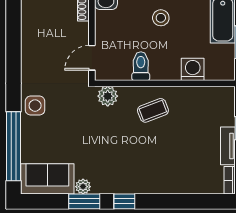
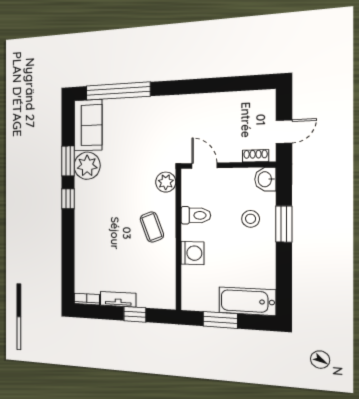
stool: (161, 18) -> (251, 219), moved
washing machine: (193, 69) -> (192, 253), moved
side table: (35, 106) -> (157, 110), removed
plant: (83, 187) -> (87, 166), width x1.87, depth x1.87

